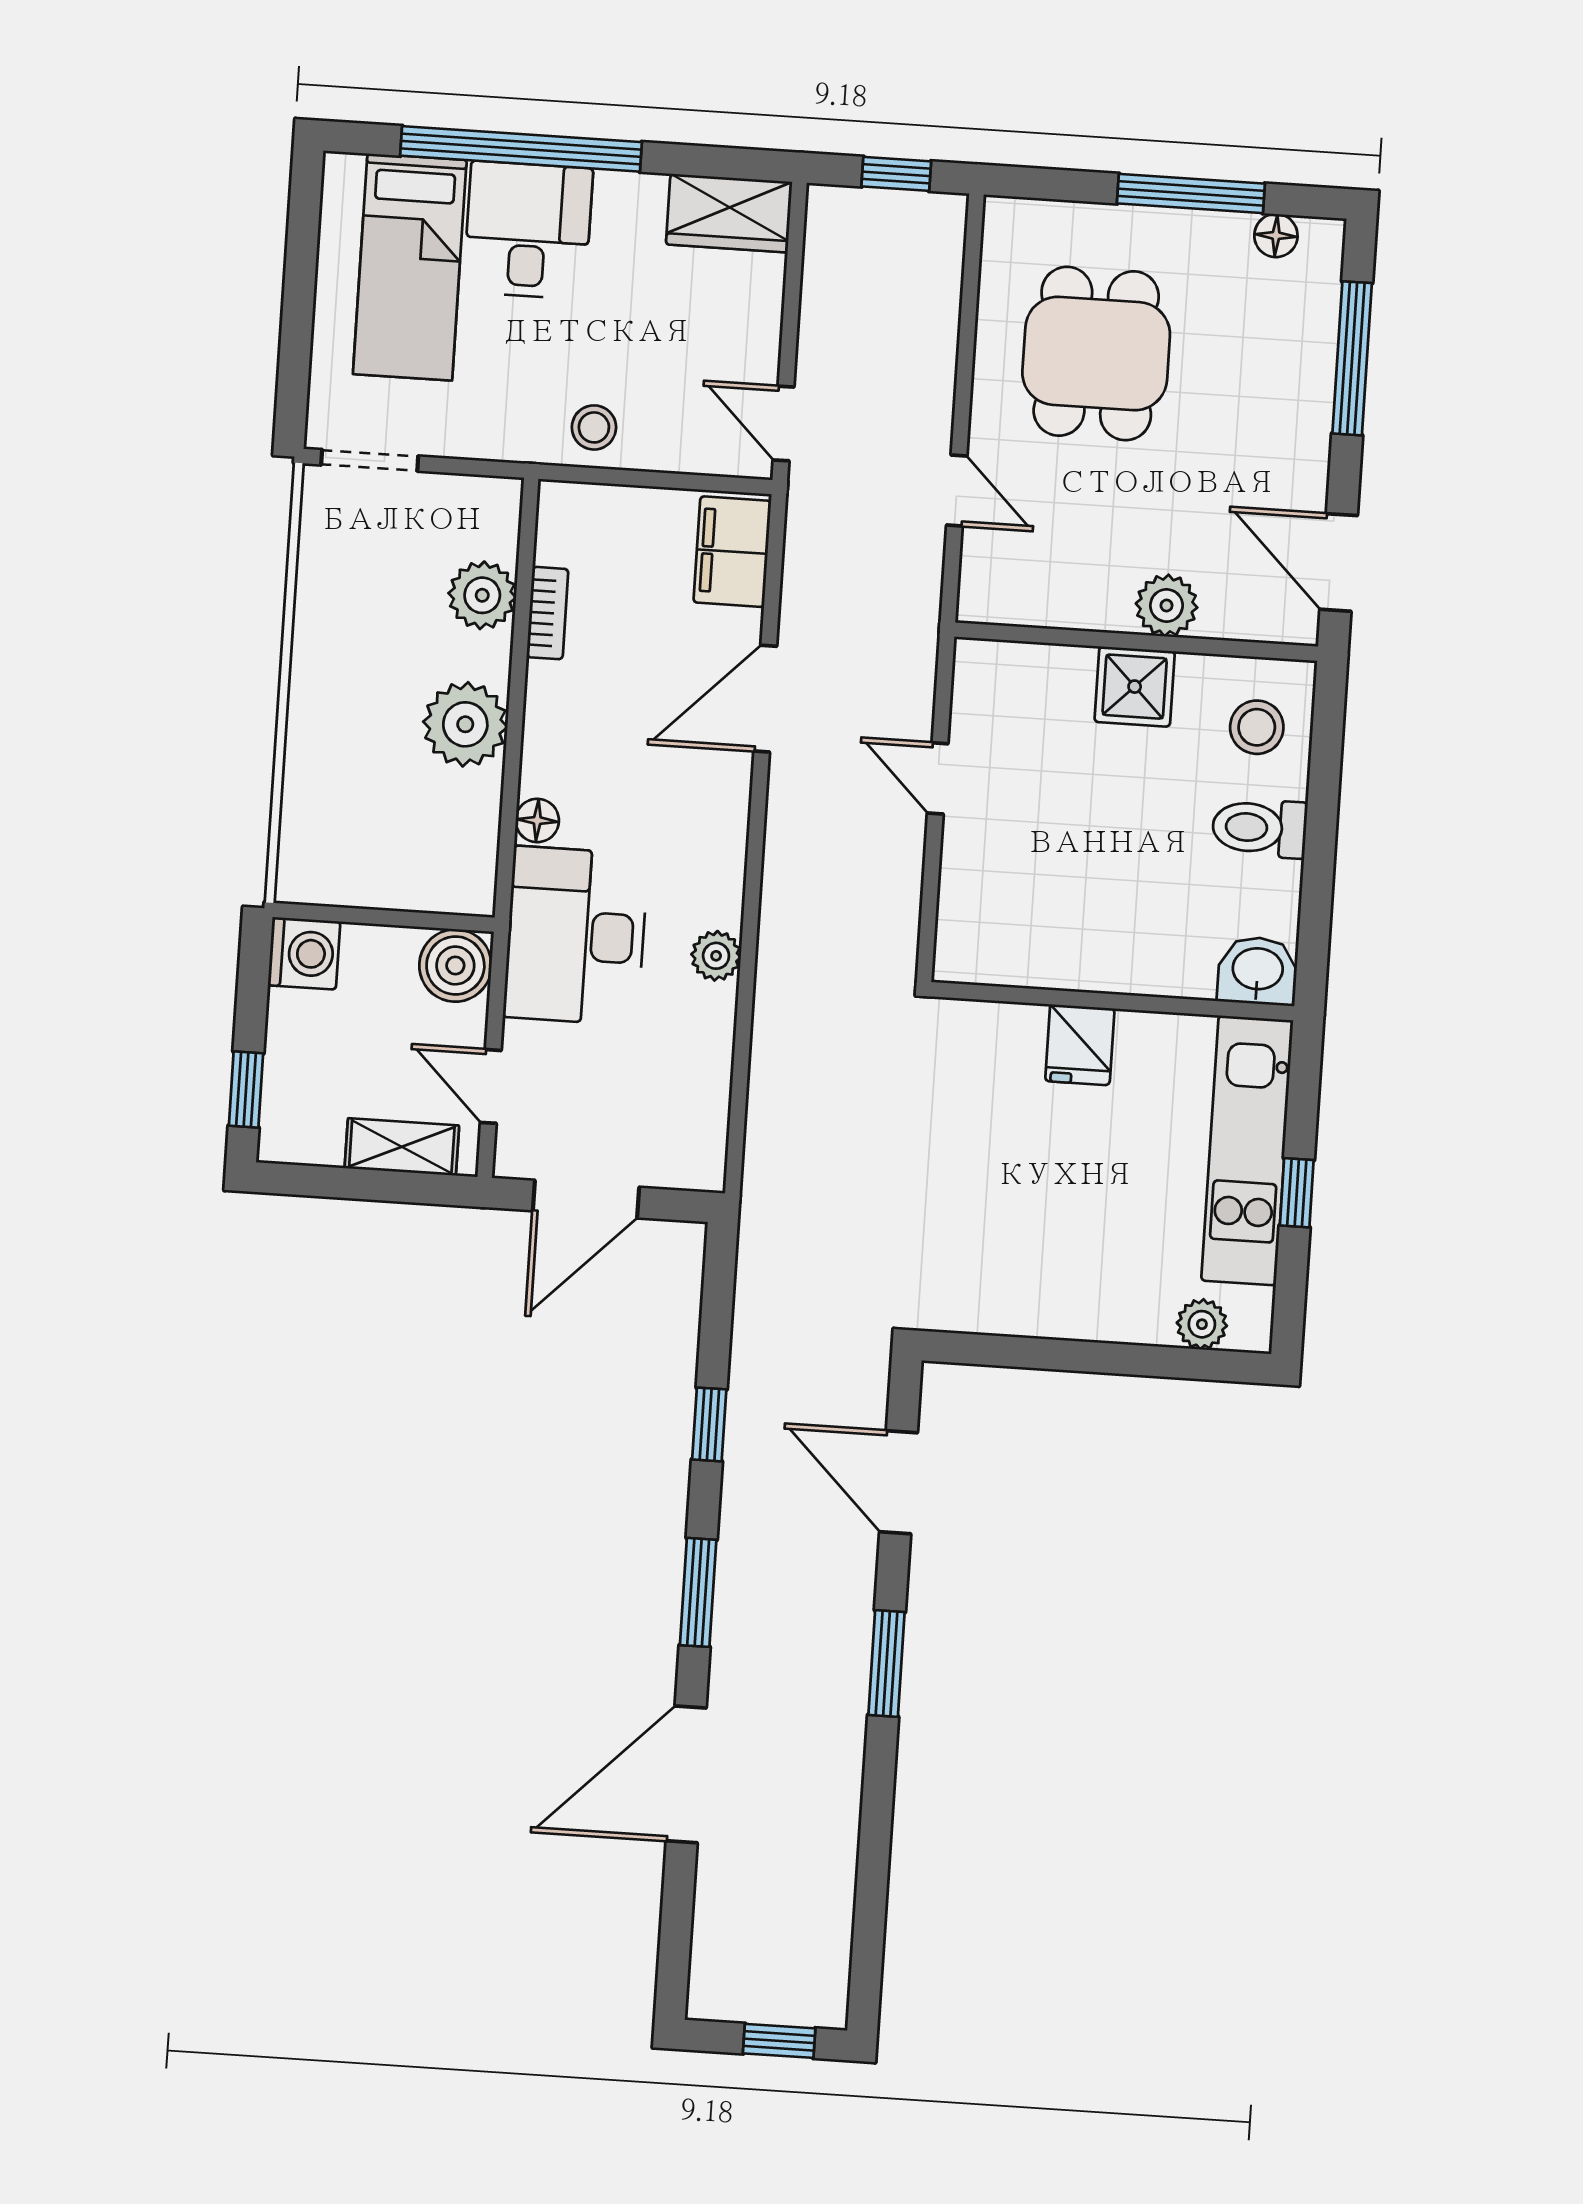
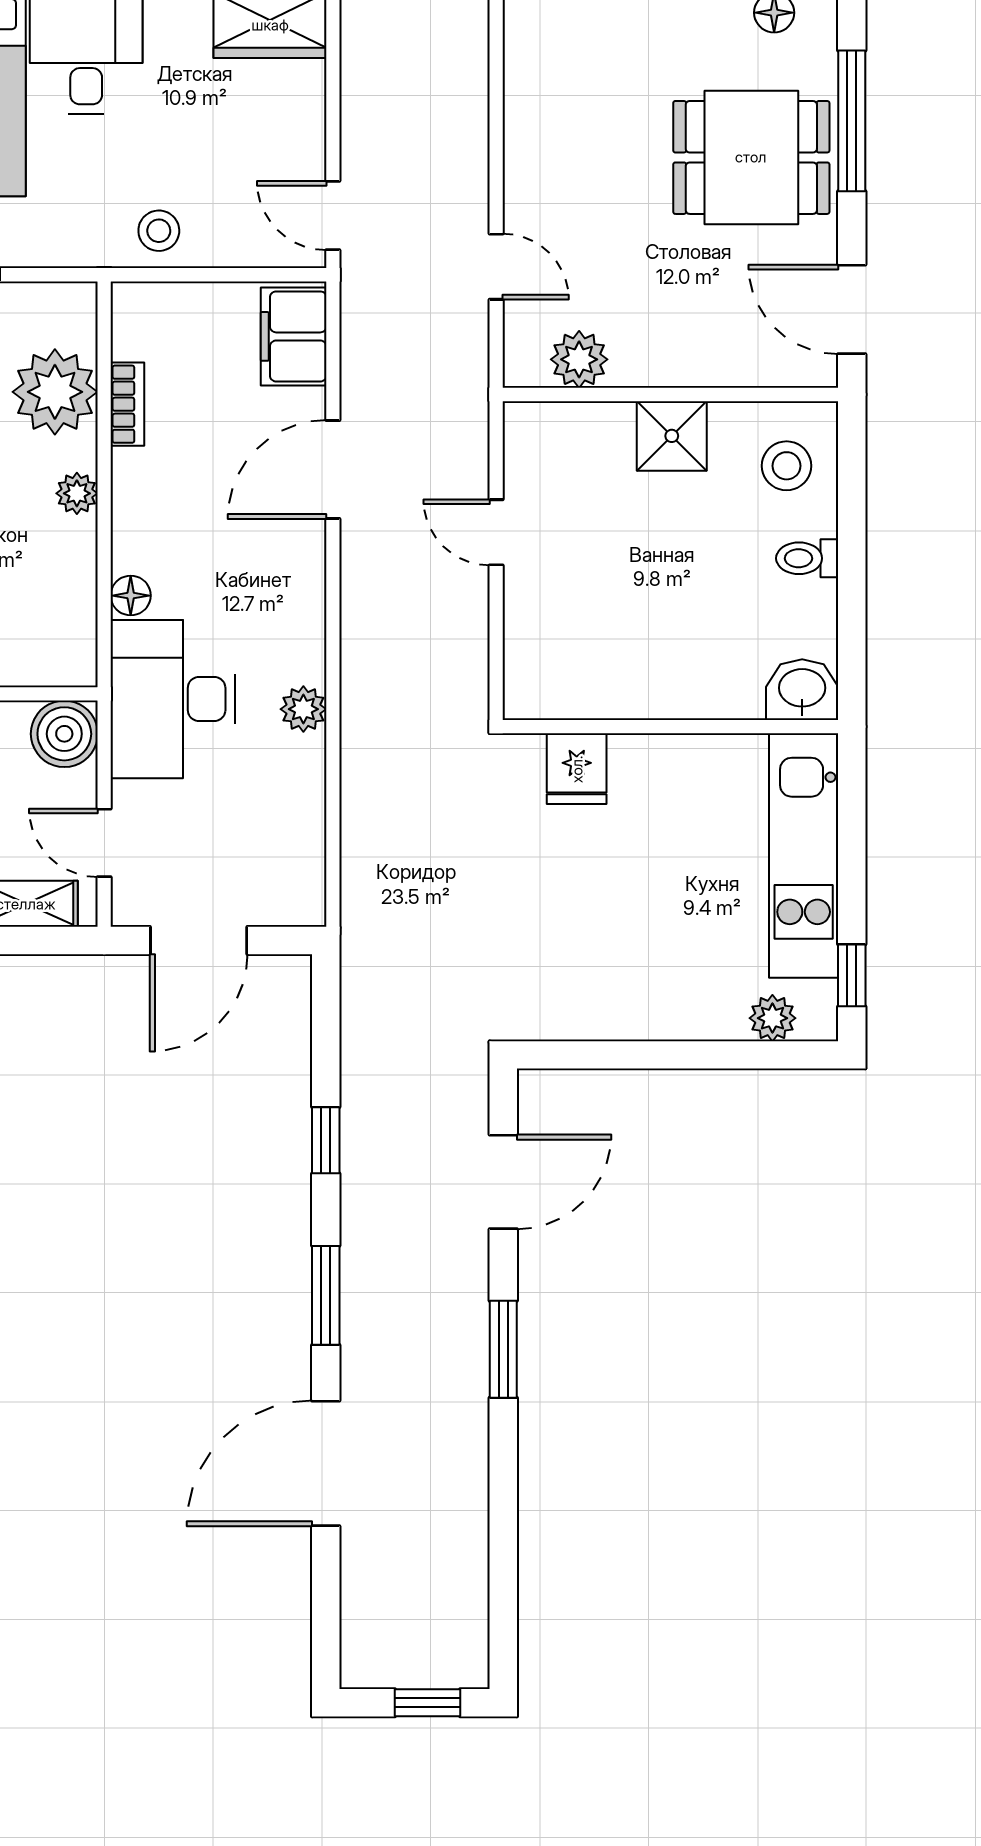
dining table: (1096, 354) -> (751, 157), moved, turned 90
plant: (482, 595) -> (55, 392), width x1.36, depth x1.36
plant: (1167, 605) -> (579, 359), moved
plant: (465, 724) -> (77, 493), width x0.53, depth x0.53
toilet: (1260, 828) -> (807, 558), width x0.73, depth x0.72
fridge: (1080, 1045) -> (577, 769), moved
window: (1297, 1193) -> (852, 975), moved
door: (899, 1482) -> (503, 1182), swing flipped

